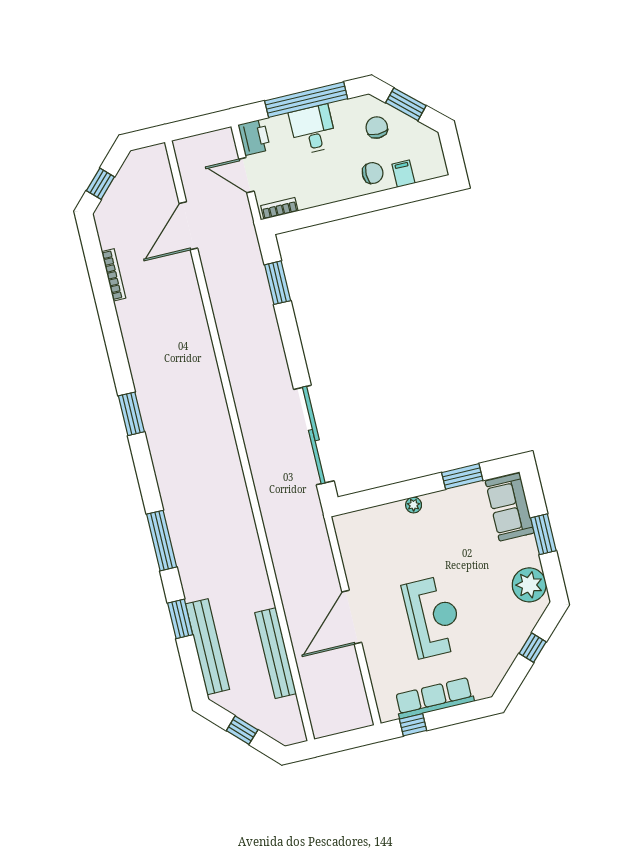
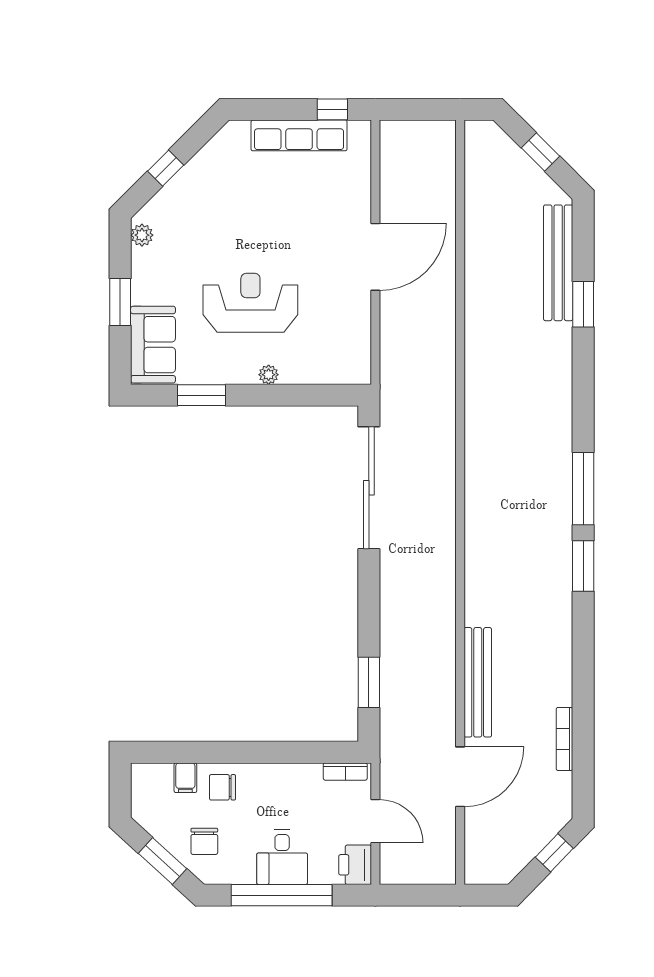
window: (162, 541) -> (583, 489), moved
plant: (529, 585) -> (142, 235), width x0.53, depth x0.53
reception desk: (433, 617) -> (250, 303), moved, turned 90
bench: (276, 653) -> (478, 682), moved

